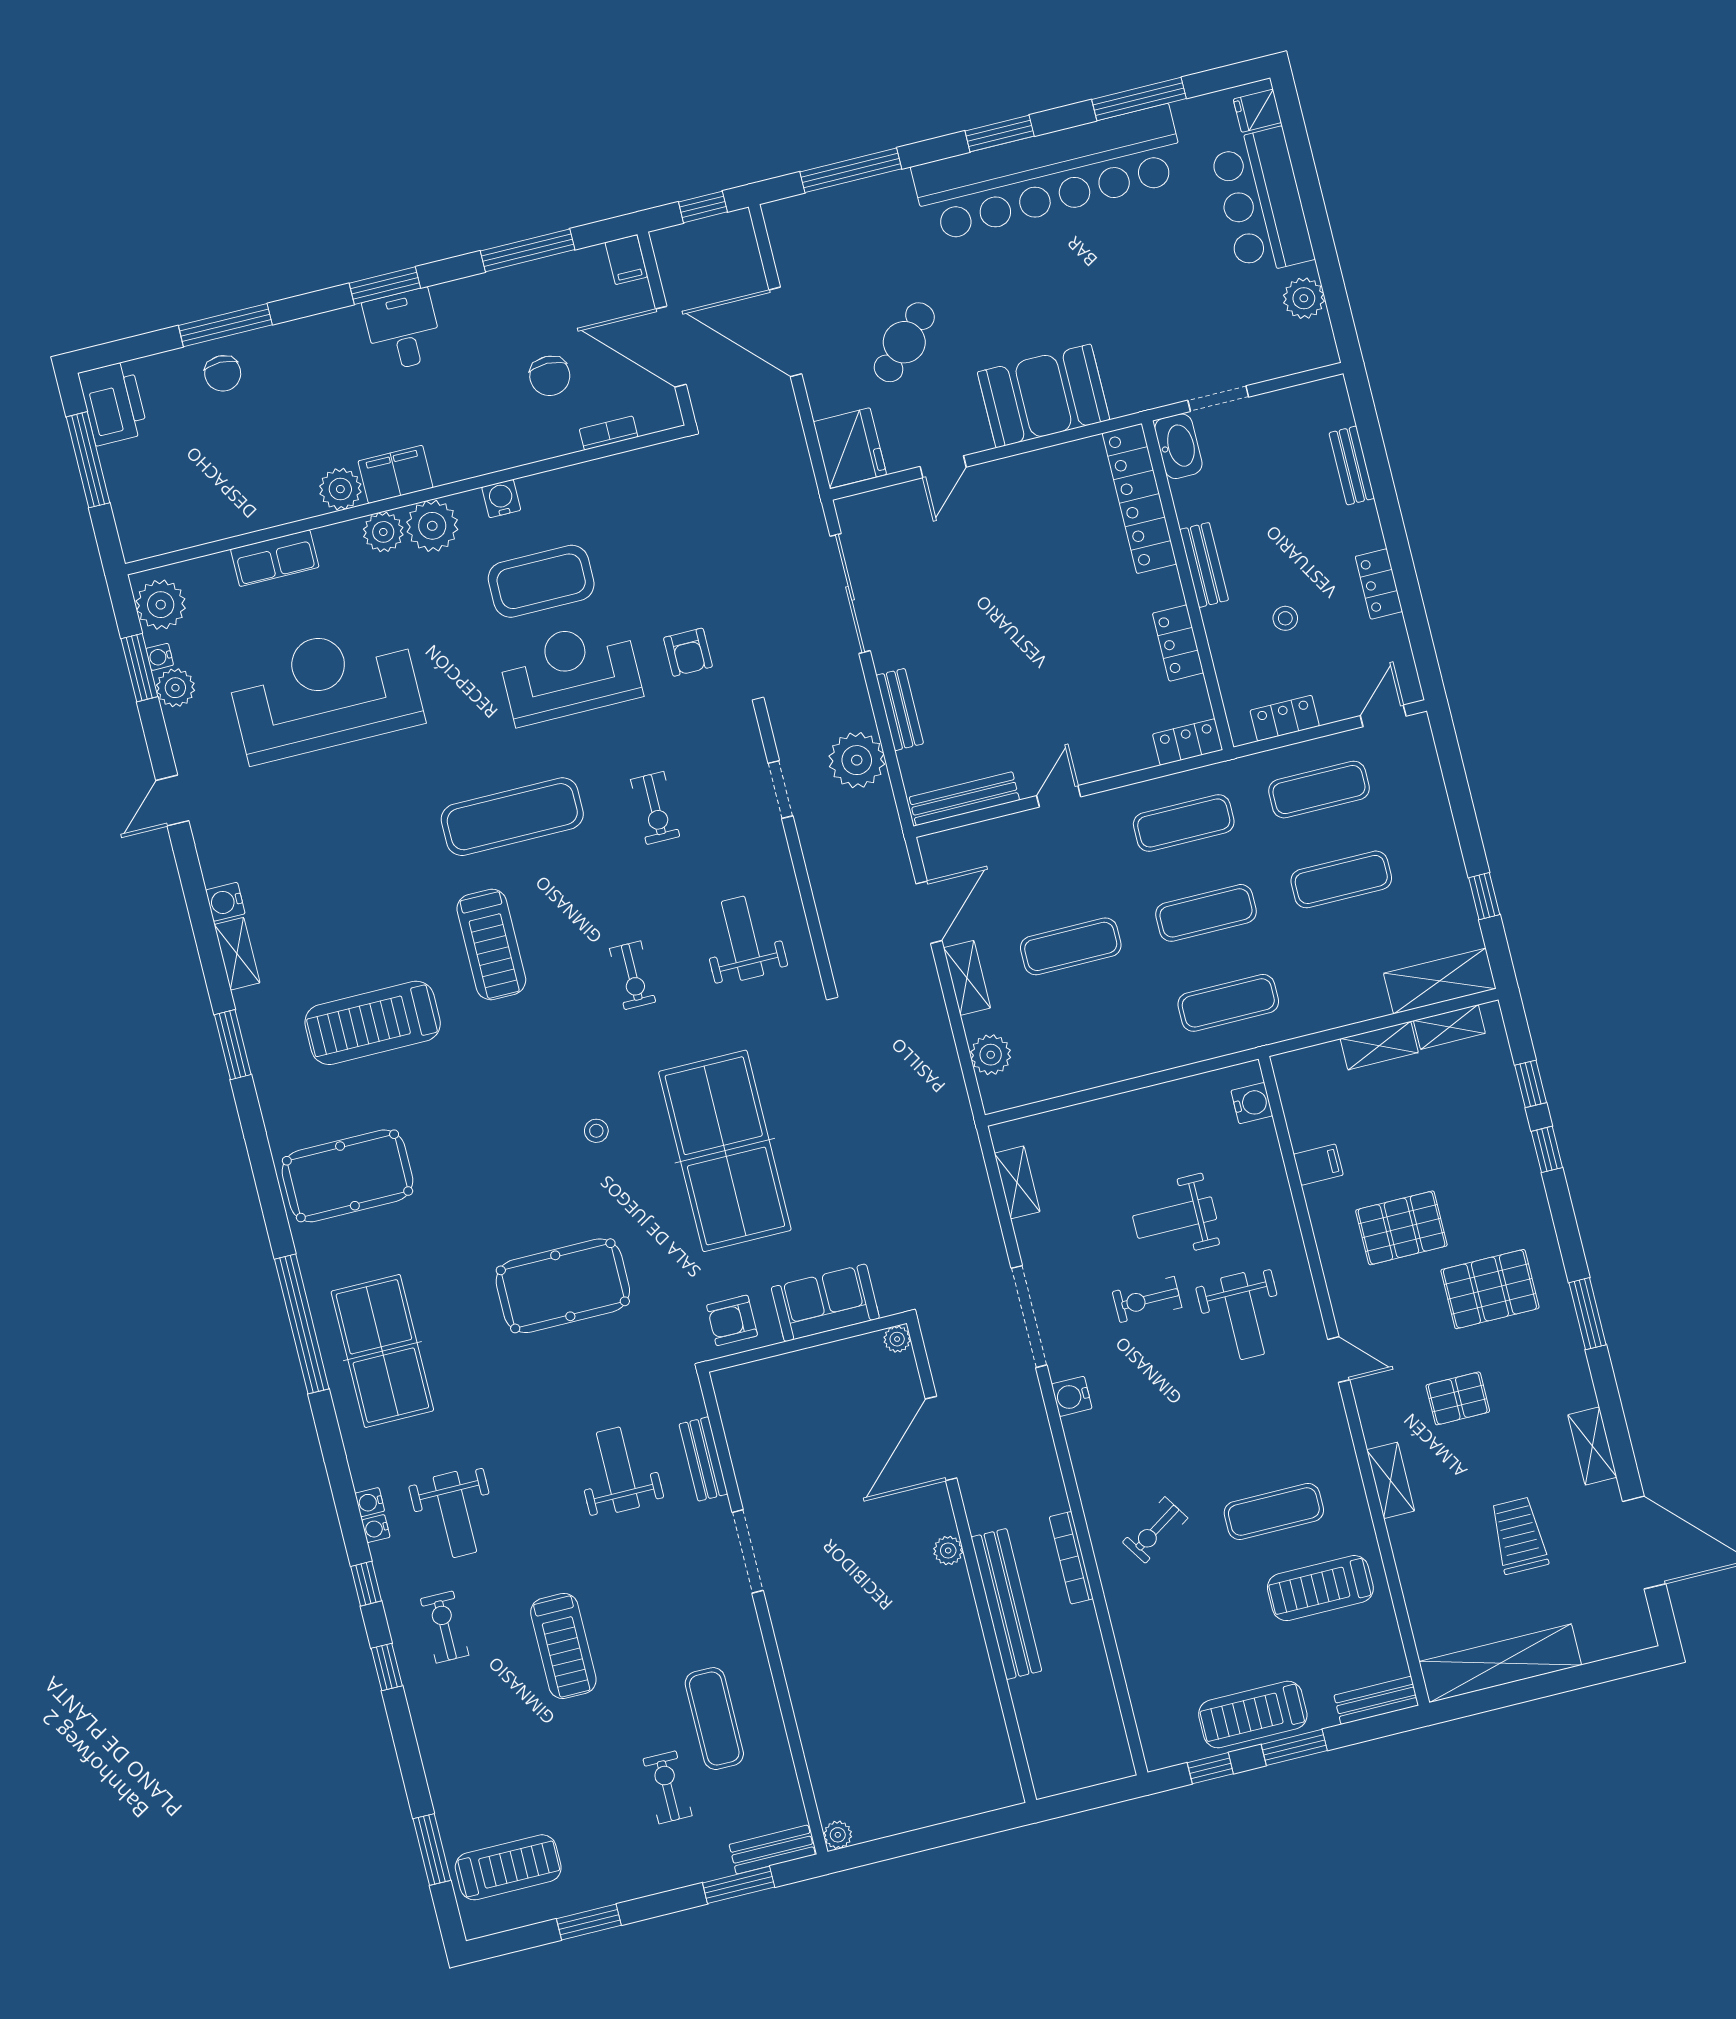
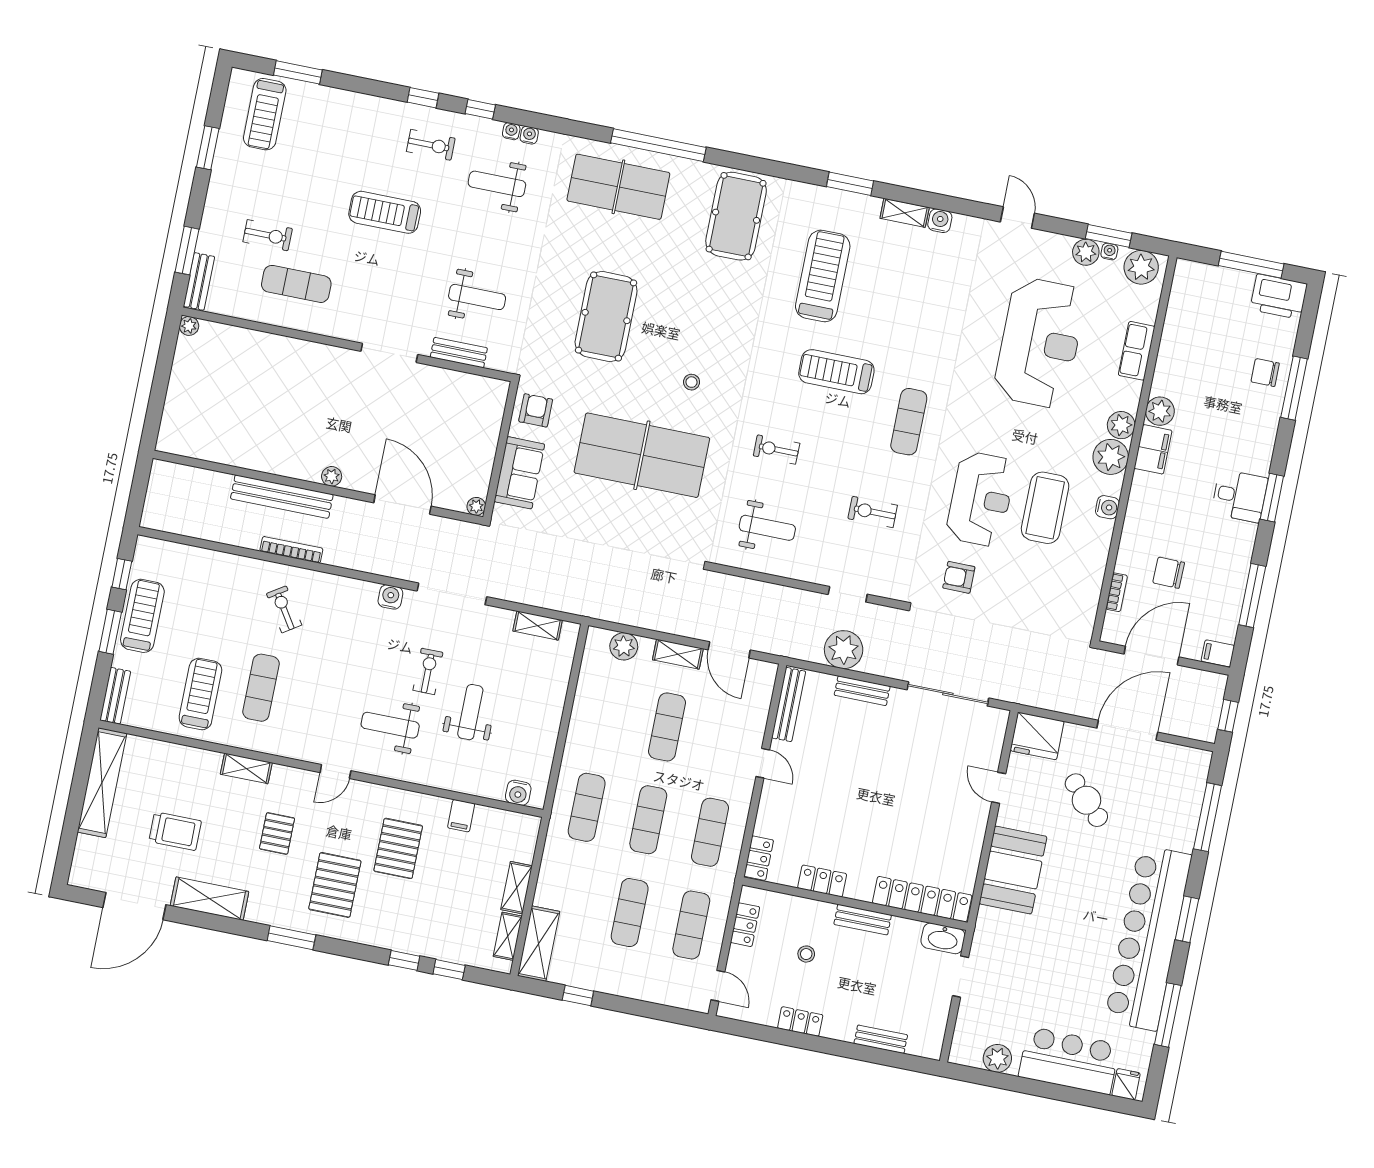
exercise mat: (512, 817) -> (909, 422), width x0.73, depth x0.69
shelving: (1592, 1446) -> (209, 899), width x1.50, depth x1.33

